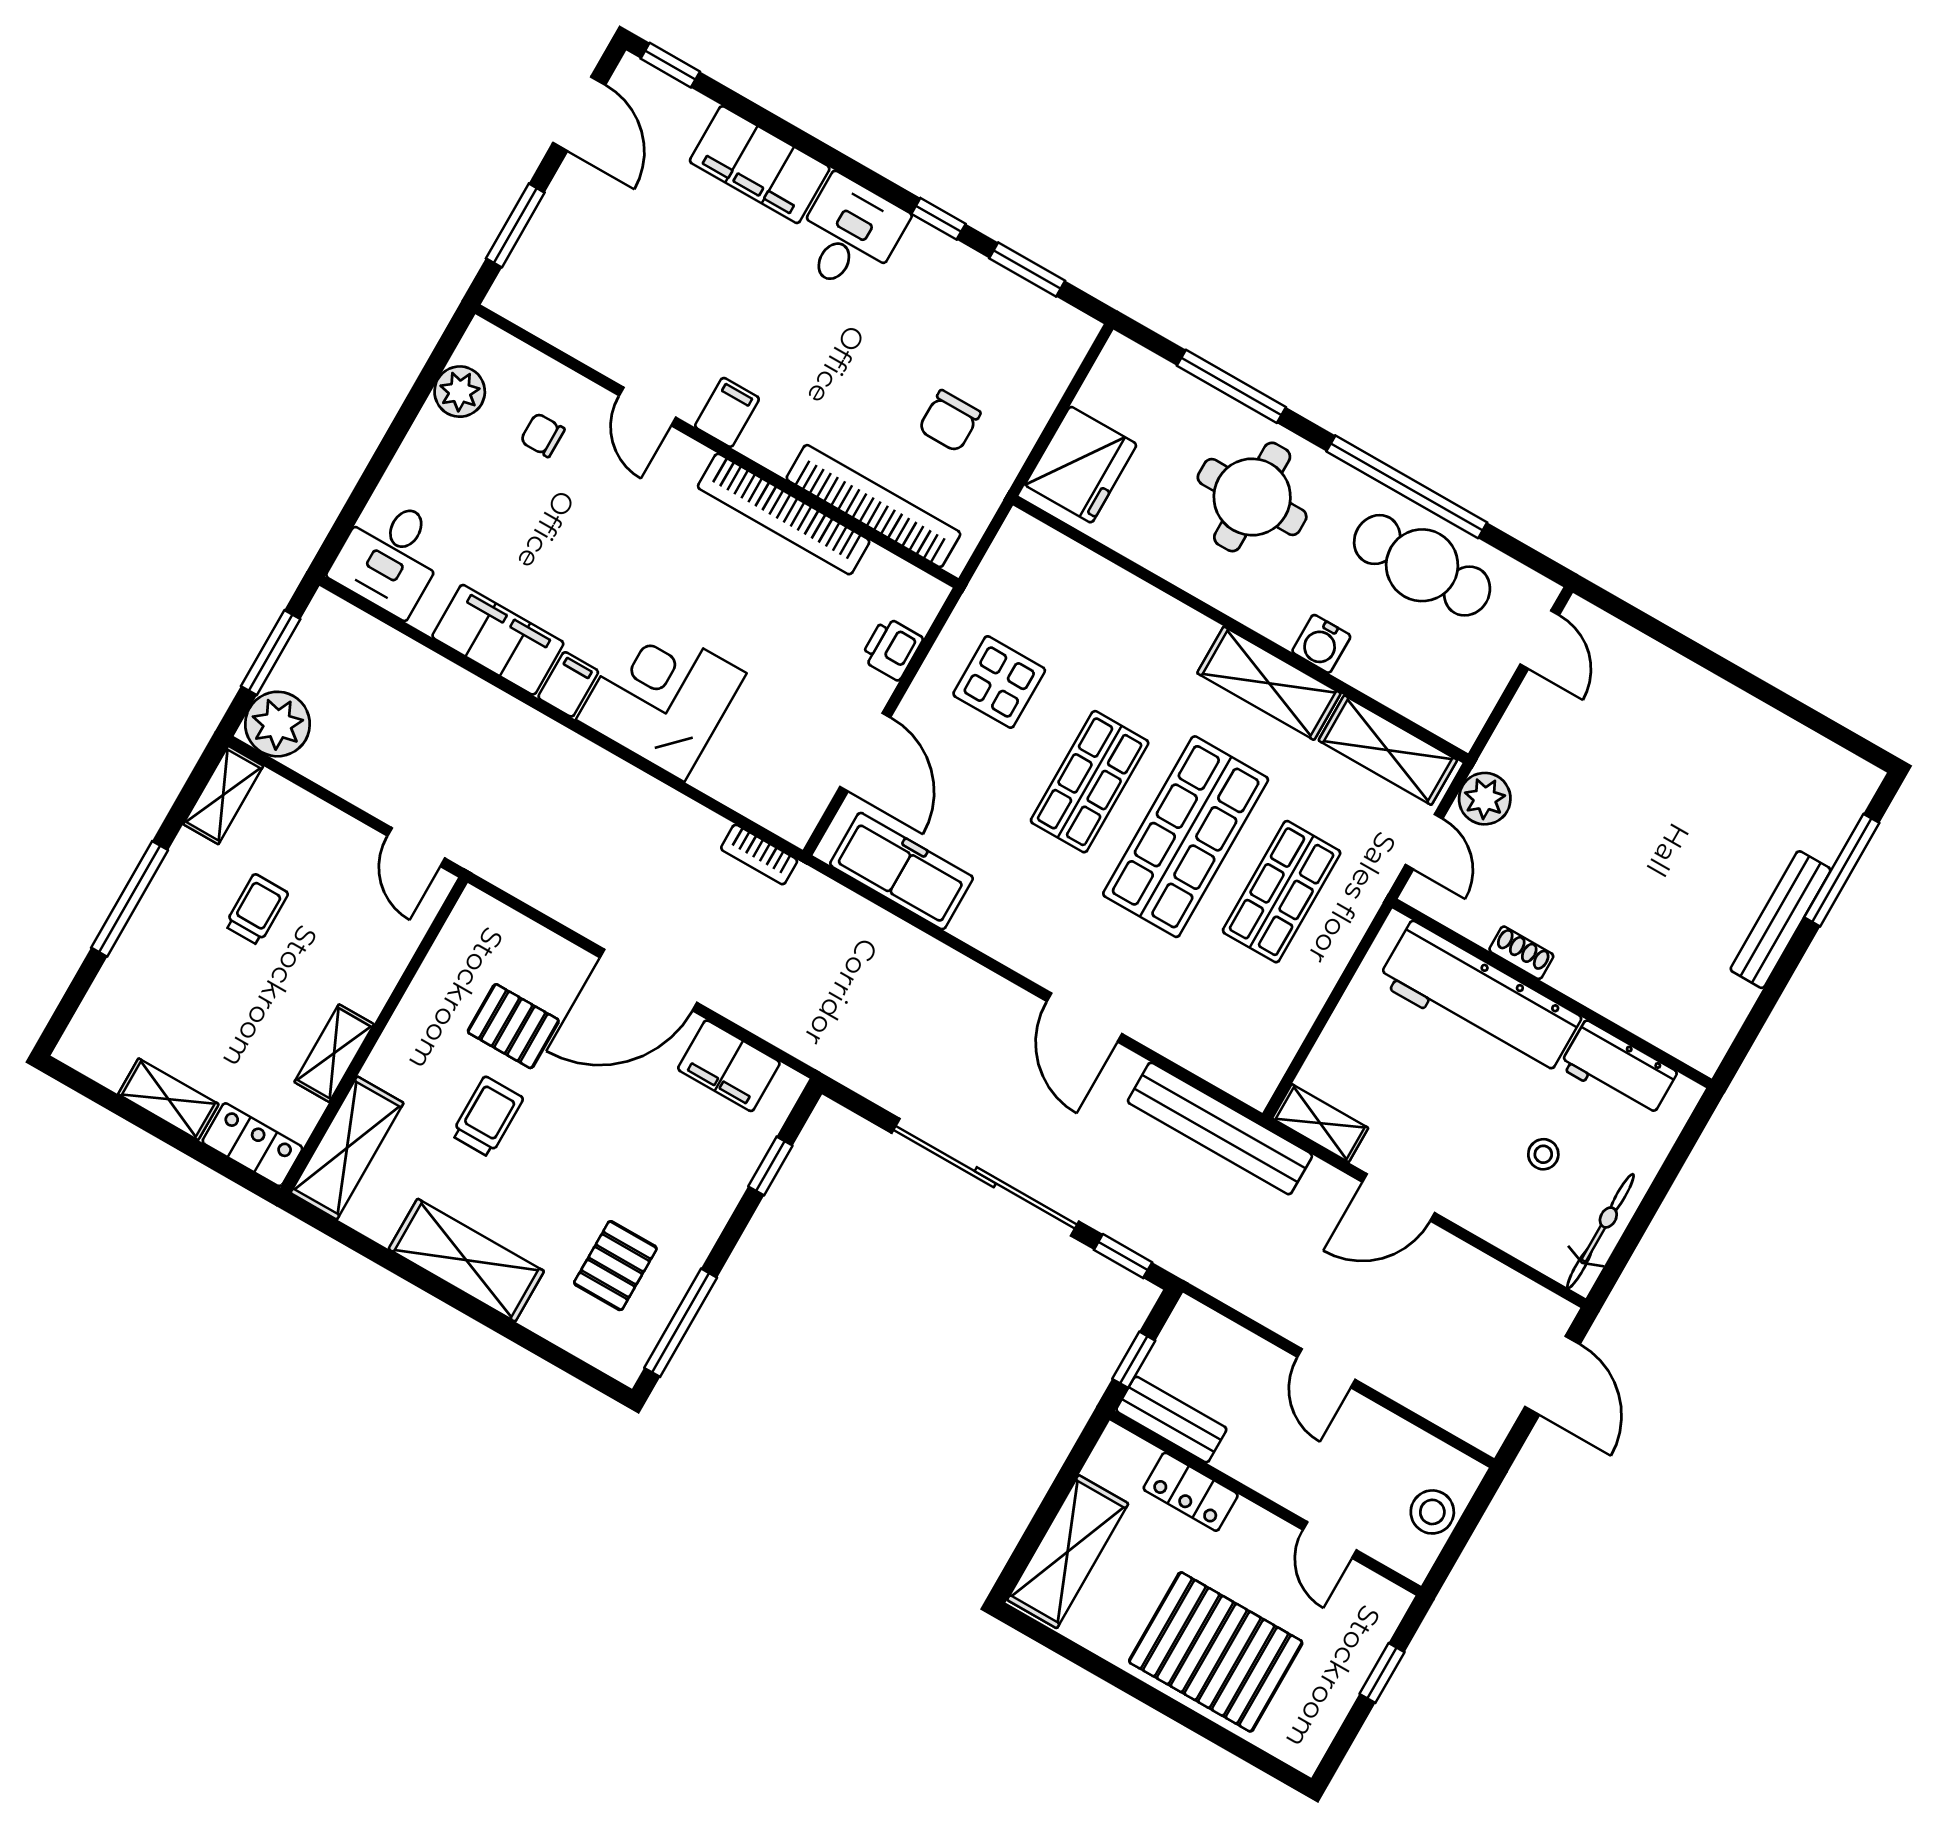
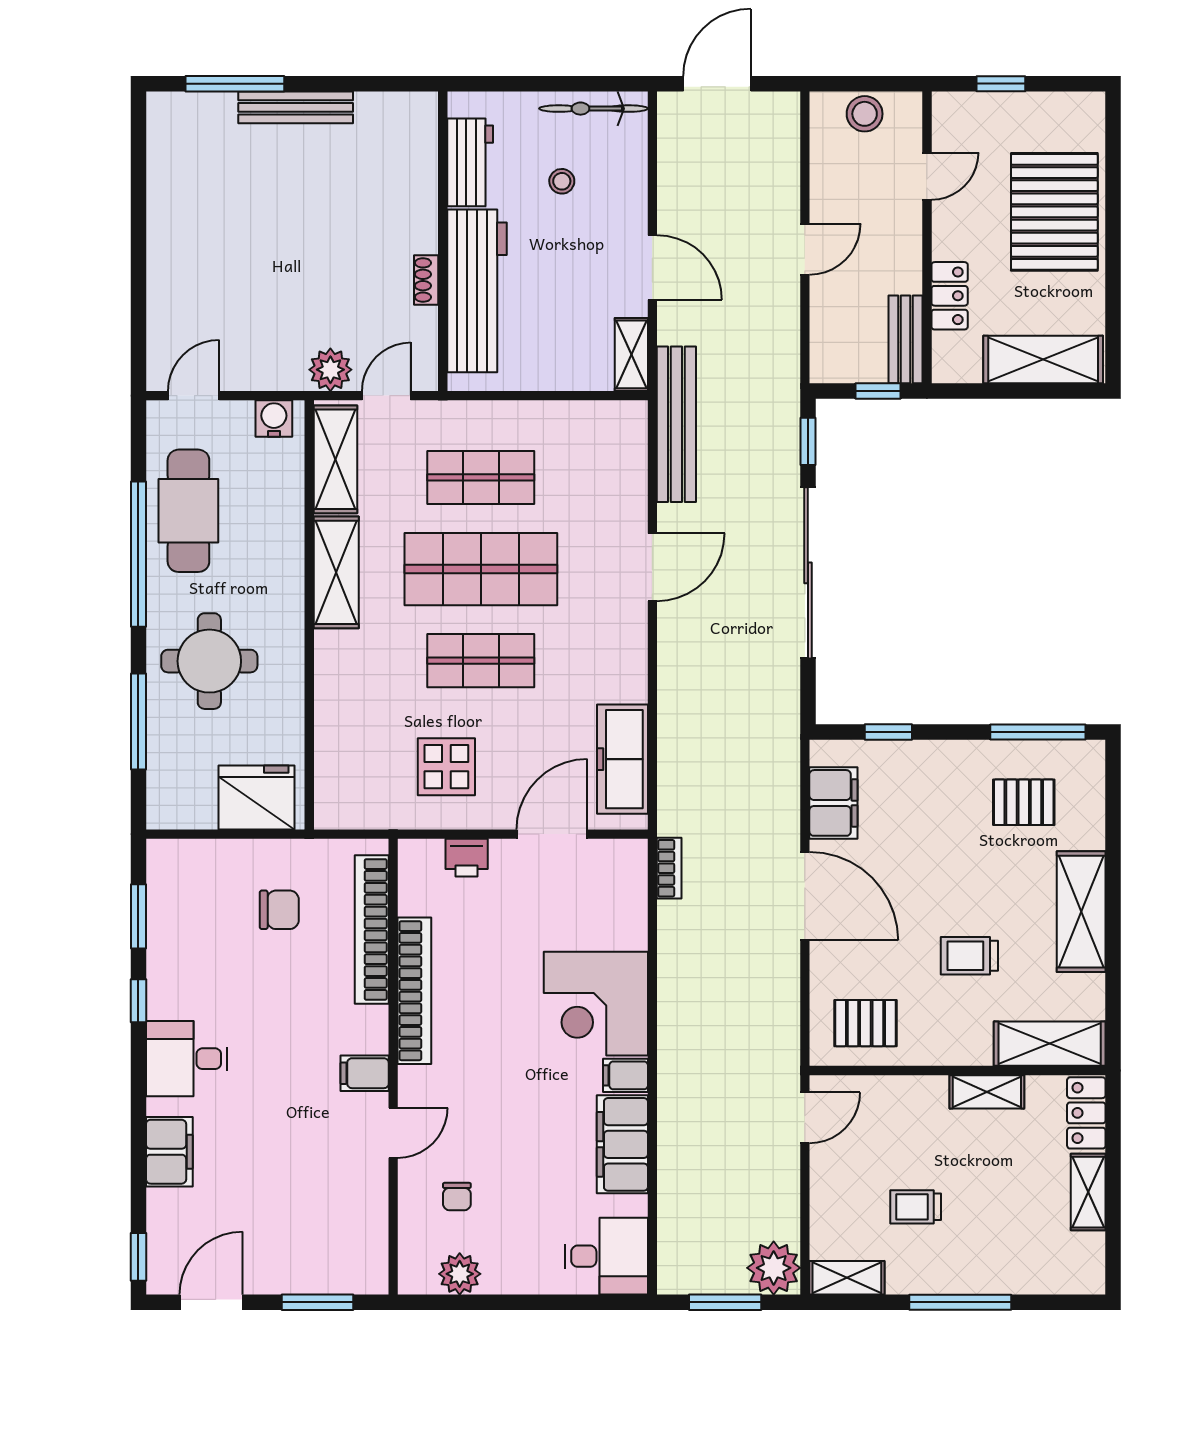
filing cabinet: (760, 165) -> (169, 1152), width x0.67, depth x0.86
water cooler: (1321, 644) -> (274, 419), moved, turned -90
pallet: (513, 1026) -> (865, 1023), moved, turned 90

